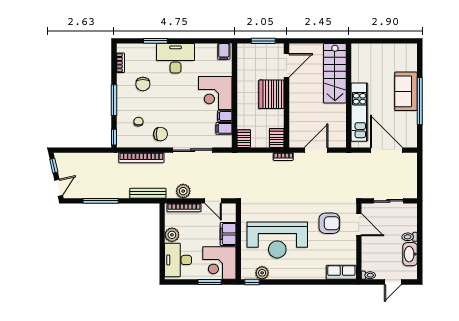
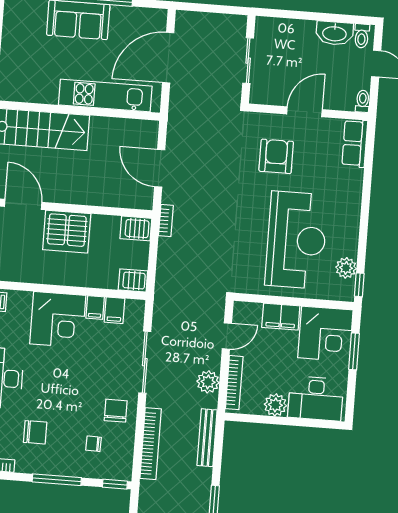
door: (359, 225) -> (304, 112), moved
toilet: (410, 237) -> (362, 36), moved

